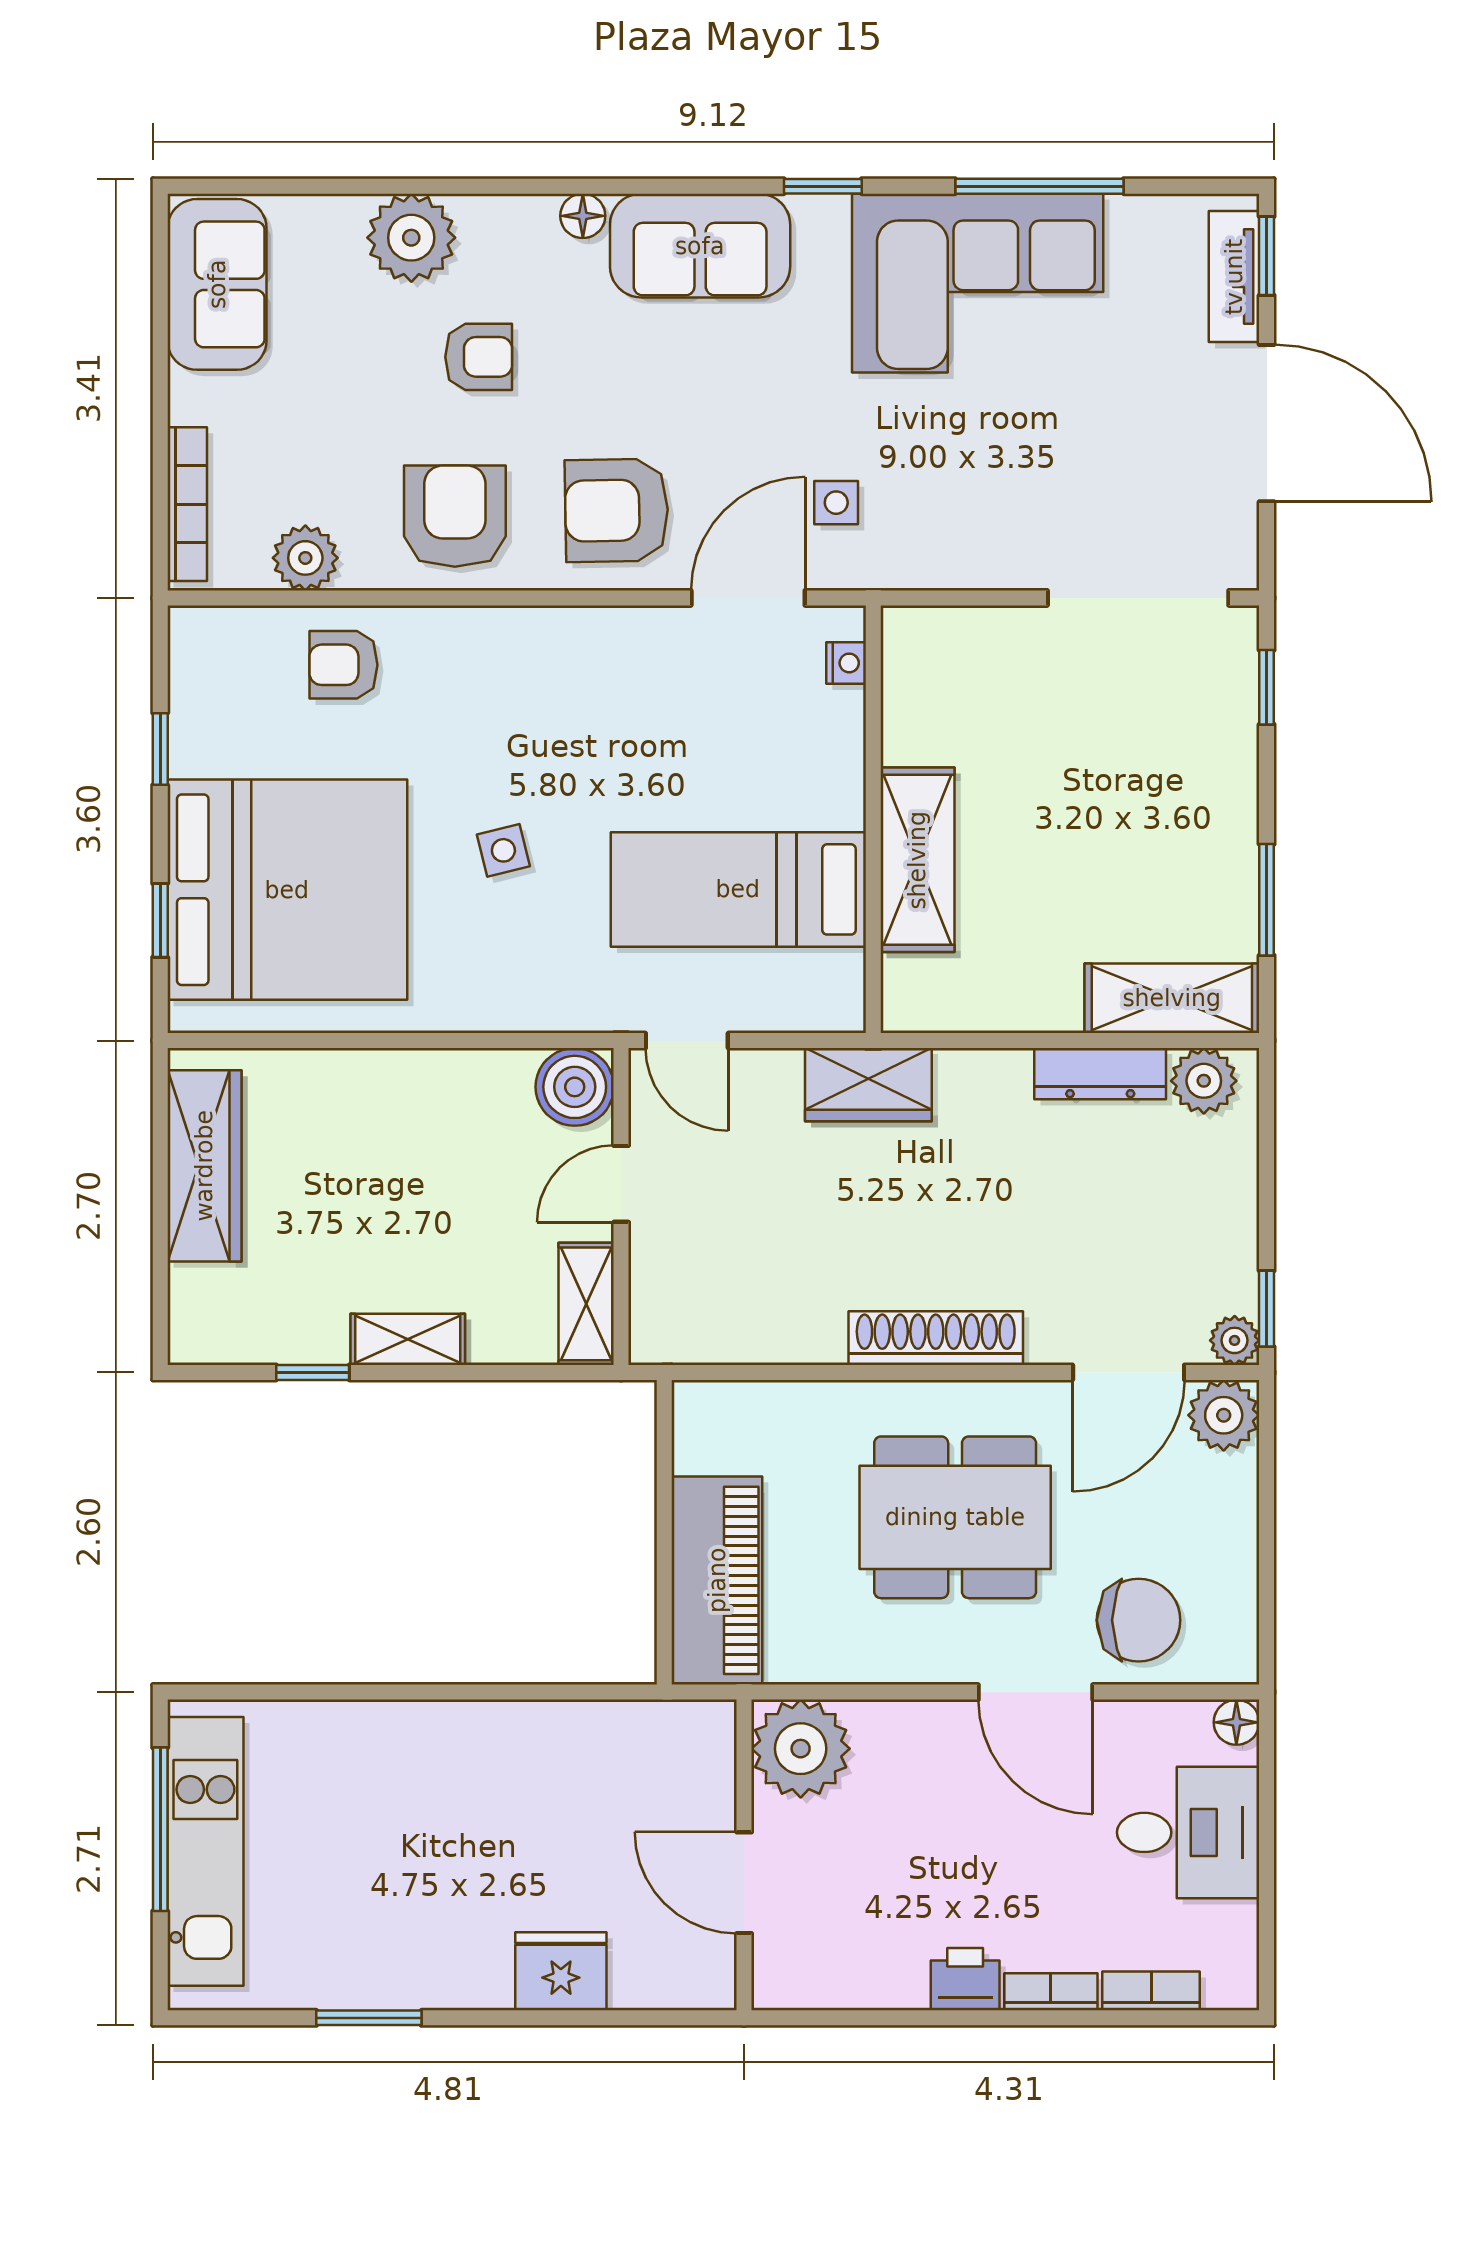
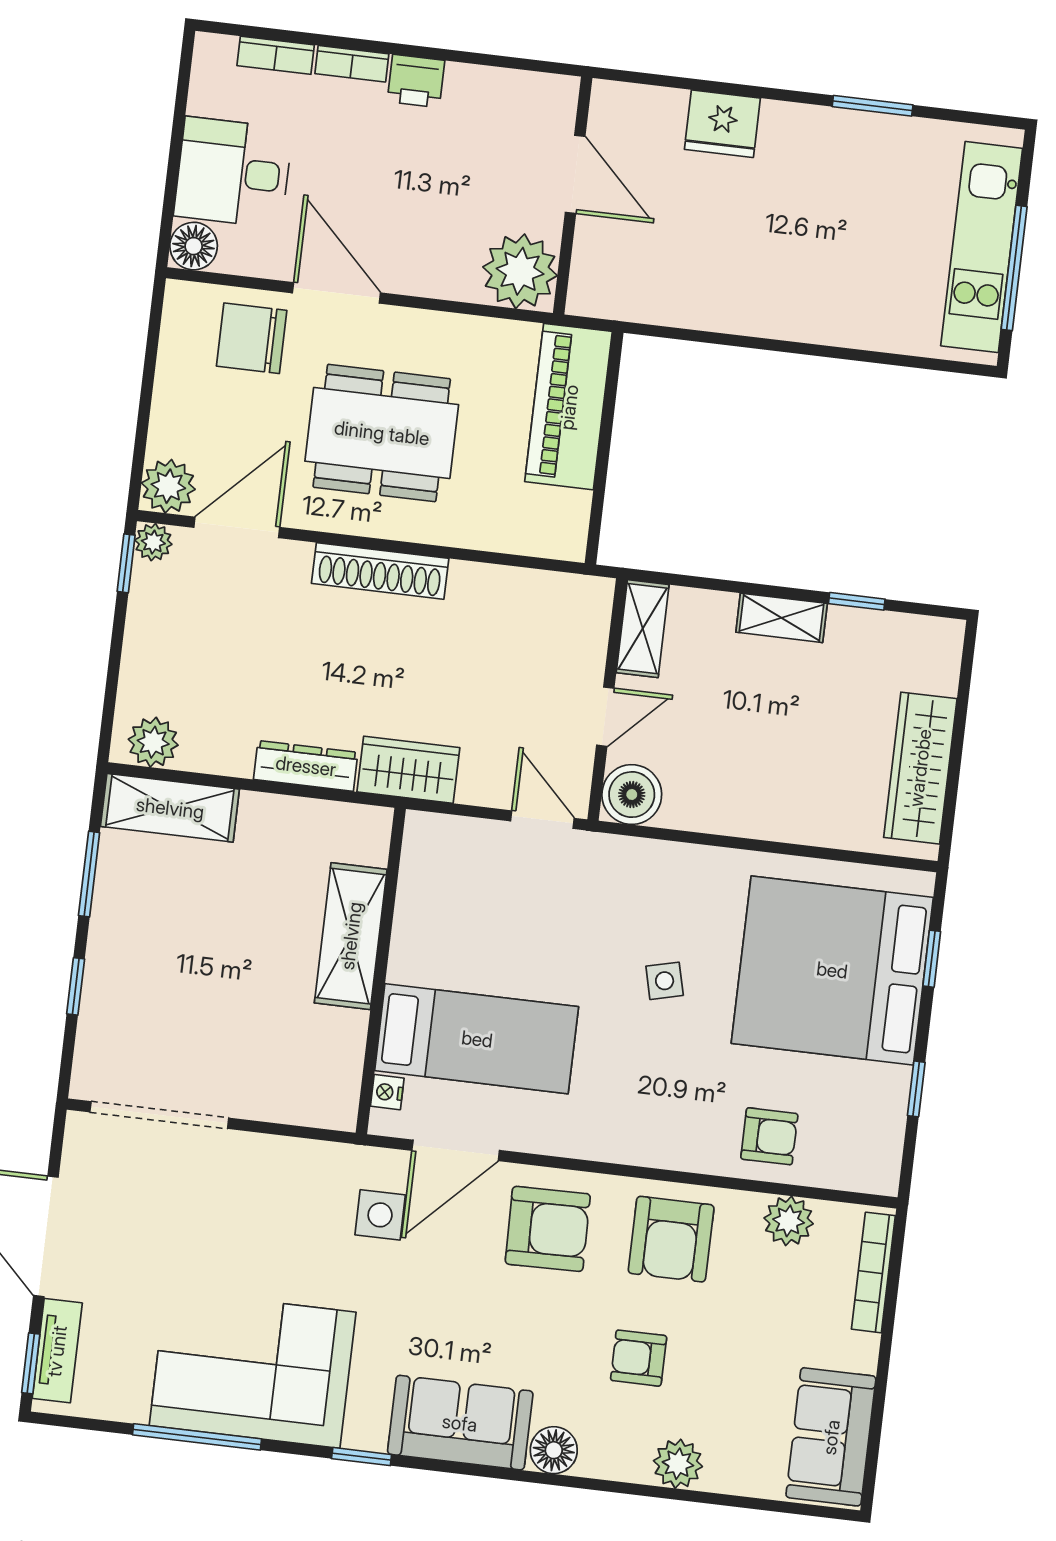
floor lamp: (583, 216) -> (554, 1450), width x1.37, depth x1.37
plant: (411, 238) -> (678, 1464), width x0.73, depth x0.73
side table: (836, 503) -> (380, 1215), width x1.37, depth x1.37
window: (1267, 687) -> (76, 986), moved
bed: (738, 889) -> (477, 1039), moved
dresser: (1100, 1074) -> (306, 766), moved
floor lamp: (1236, 1722) -> (194, 246), width x1.37, depth x1.37

